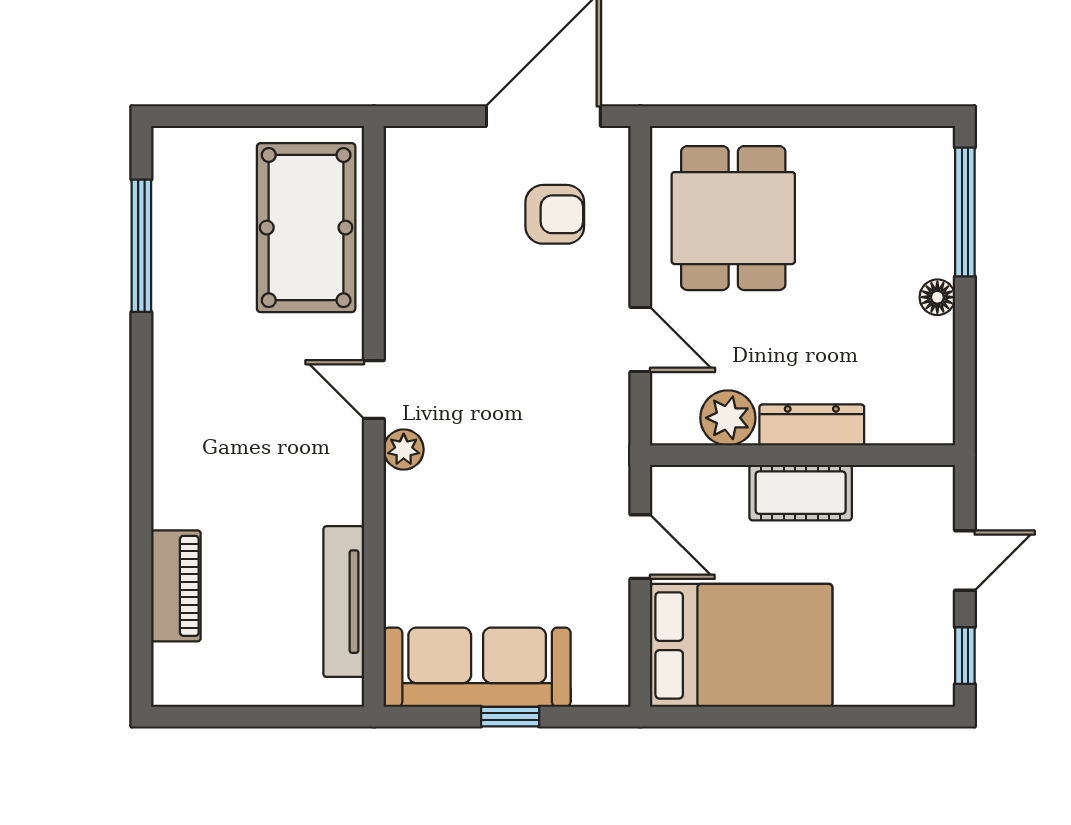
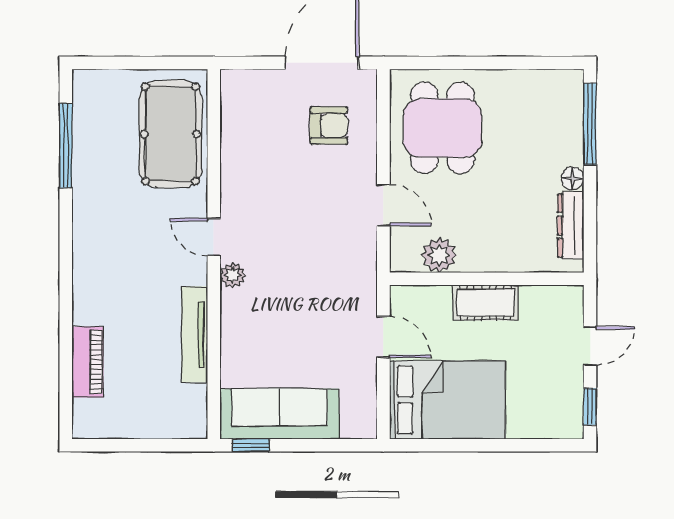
dresser: (812, 425) -> (571, 225), moved, turned -90
tv unit: (344, 602) -> (195, 334), moved
window: (510, 717) -> (251, 445), moved

